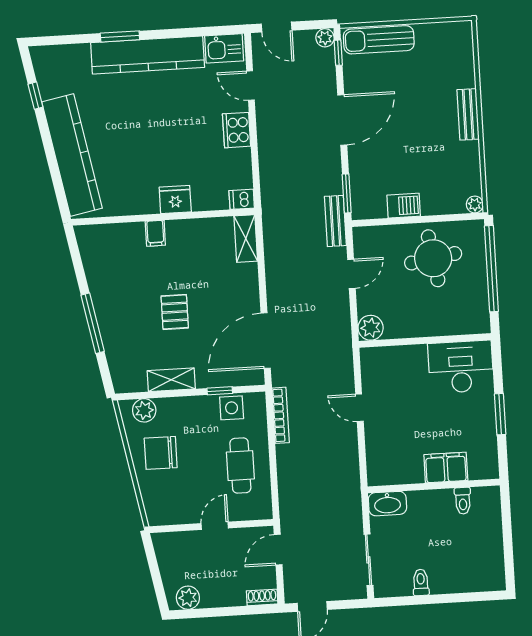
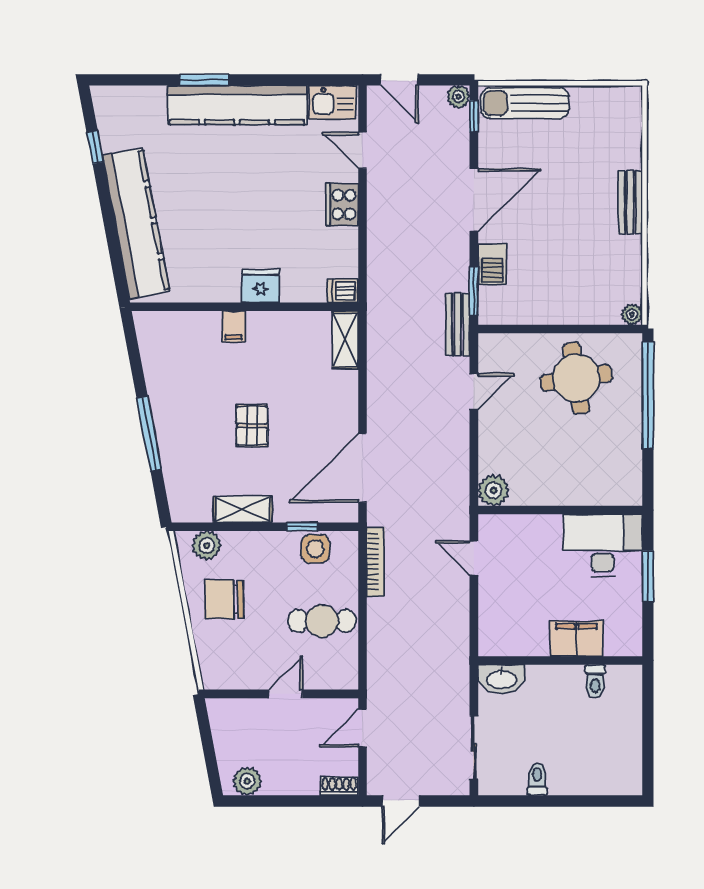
barbecue: (404, 206) -> (492, 264), moved, turned 90
plant: (371, 328) -> (494, 490), moved
wall: (425, 340) -> (560, 510), moved
desk: (461, 367) -> (603, 545), moved
cafe table: (240, 466) -> (322, 621), turned 90

